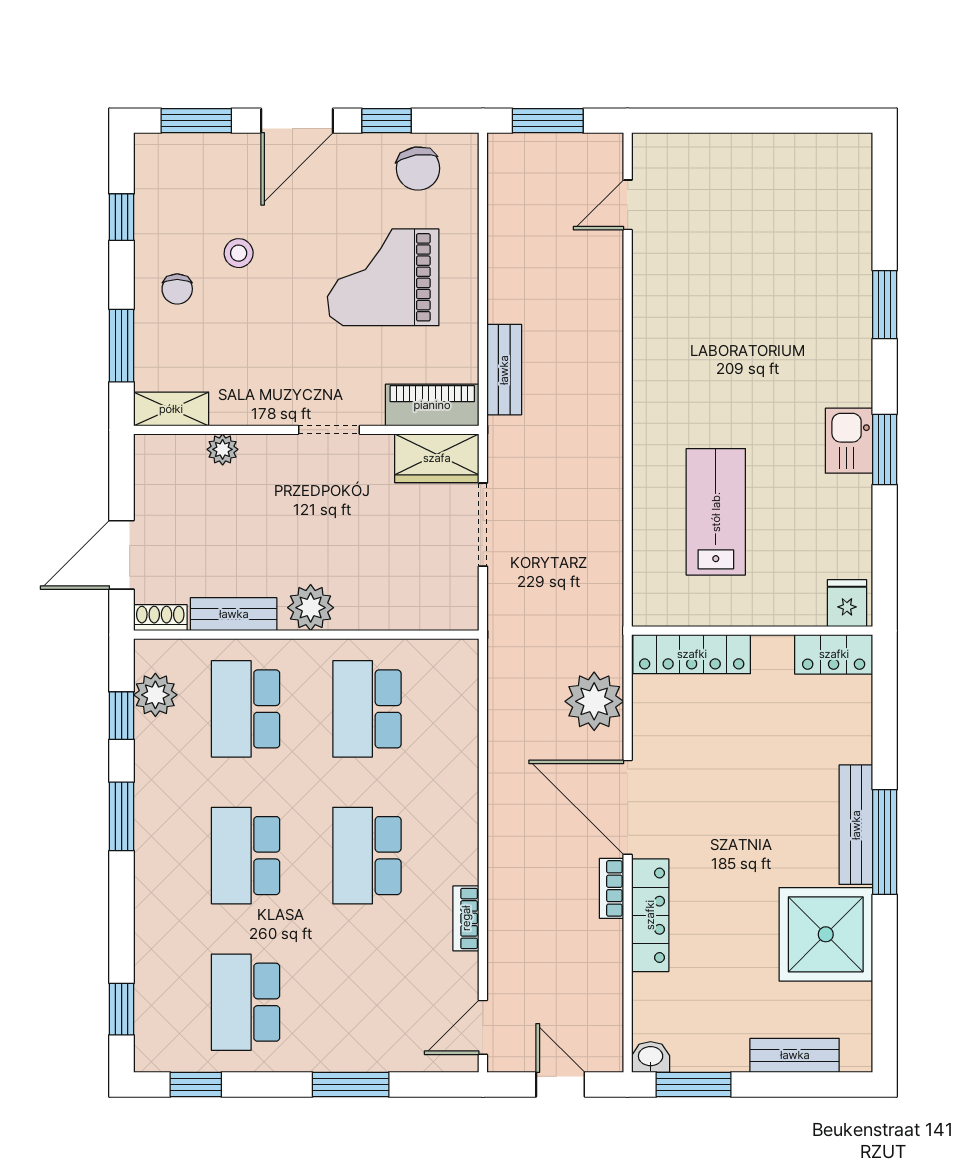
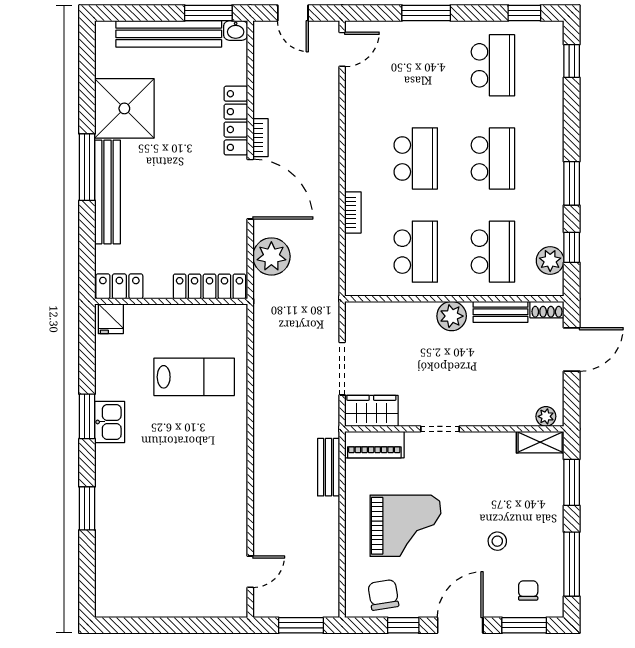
window: (122, 217) -> (572, 564), width x2.17
chair: (177, 289) -> (528, 591), moved
plant: (223, 449) -> (546, 416), moved
lab bench: (716, 512) -> (194, 377), turned -90
bench: (856, 825) -> (108, 192), width x1.37, depth x1.21
bookcase: (466, 918) -> (353, 212), moved
bench: (795, 1055) -> (169, 34), width x1.86, depth x1.21

